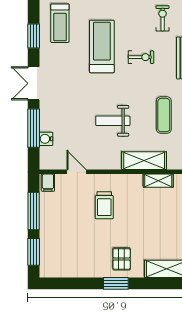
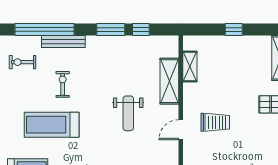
exercise mat: (164, 115) -> (122, 61), removed
door: (76, 172) -> (181, 130), moved

